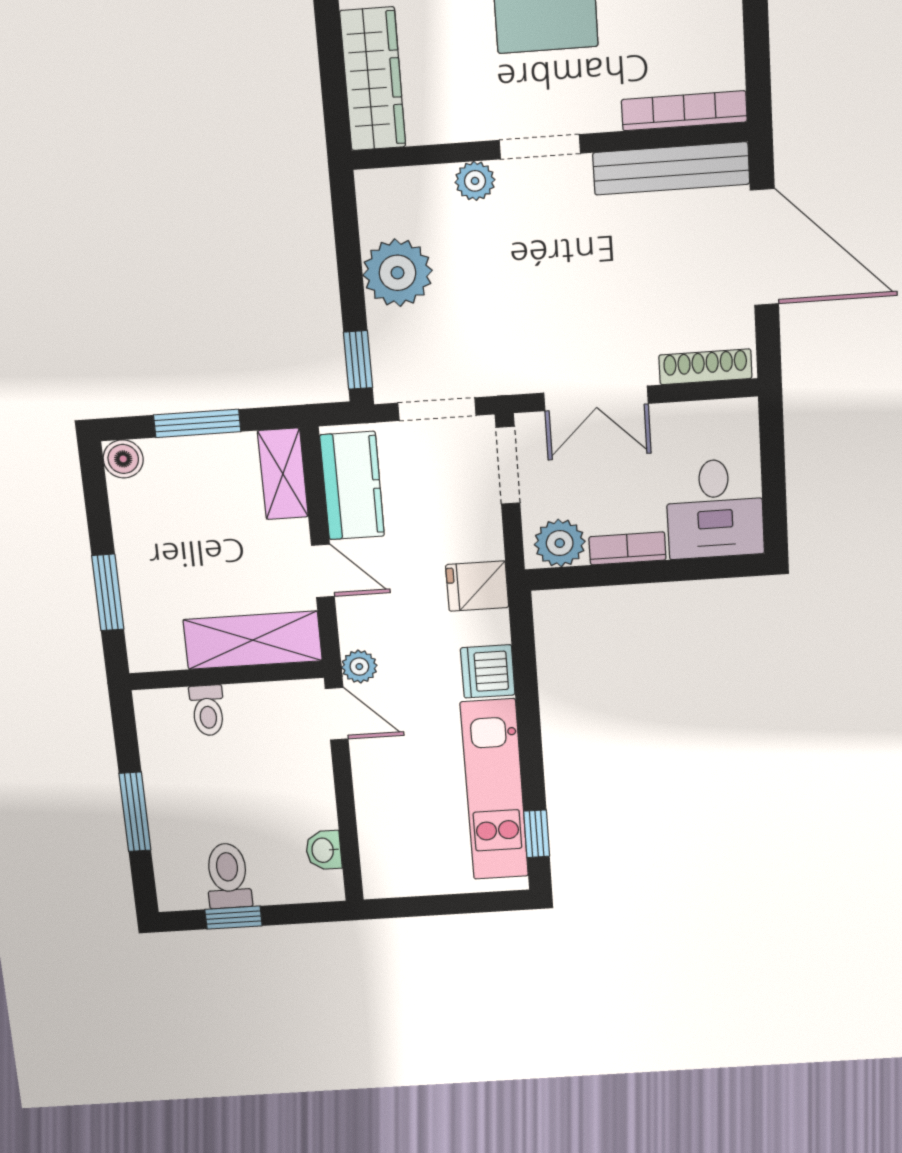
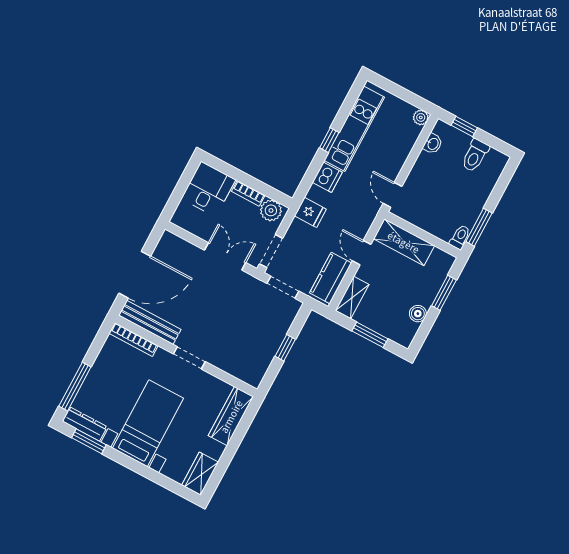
plant: (475, 181) -> (219, 360), removed
door: (764, 247) -> (135, 275), swing flipped
plant: (397, 273) -> (265, 345), removed
window: (358, 360) -> (285, 348), moved
shoe rack: (705, 367) -> (180, 244), removed
boiler: (123, 459) -> (418, 314), moved
plant: (359, 667) -> (421, 117), moved
toilet: (208, 710) -> (460, 237), moved
window: (135, 812) -> (479, 227), moved
window: (537, 834) -> (329, 140), moved
window: (234, 918) -> (464, 126), moved

